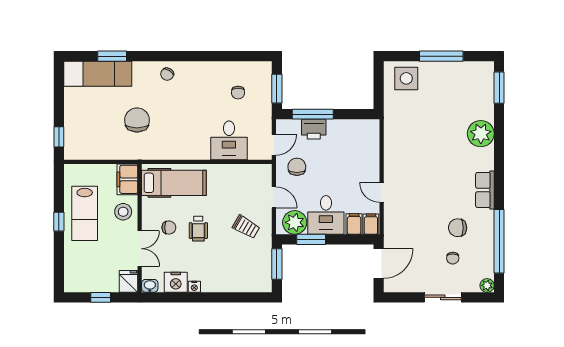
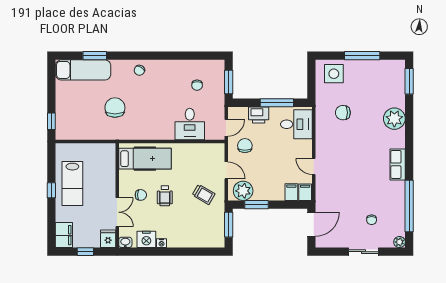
window: (313, 114) -> (277, 103), moved
filing cabinet: (127, 179) -> (64, 235), moved, turned 180
stool: (123, 212) -> (104, 182), removed
desk: (326, 215) -> (296, 124), moved, turned -90
chair: (458, 228) -> (343, 113), moved

